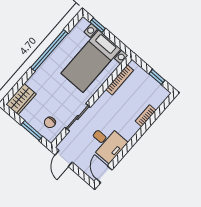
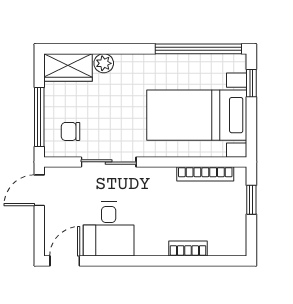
window: (49, 50) -> (198, 49), moved
window: (157, 77) -> (251, 200), moved
plant: (33, 82) -> (104, 63), added
window: (32, 131) -> (39, 117), width x1.44

